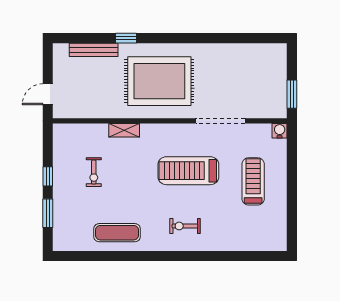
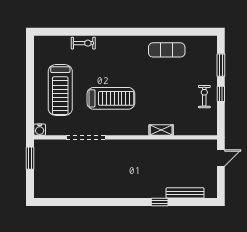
rug: (159, 81) -> (134, 168), removed
exercise bike: (94, 172) -> (204, 97), moved
treadmill: (253, 181) -> (60, 90), width x1.37, depth x1.38
exercise bike: (185, 226) -> (83, 43), moved

